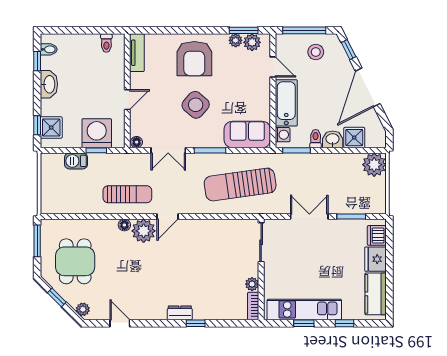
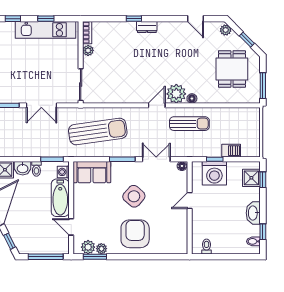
stool: (316, 52) -> (36, 239), removed
tv unit: (137, 53) -> (182, 239), removed
sun lounger: (127, 194) -> (189, 124), turned 180

